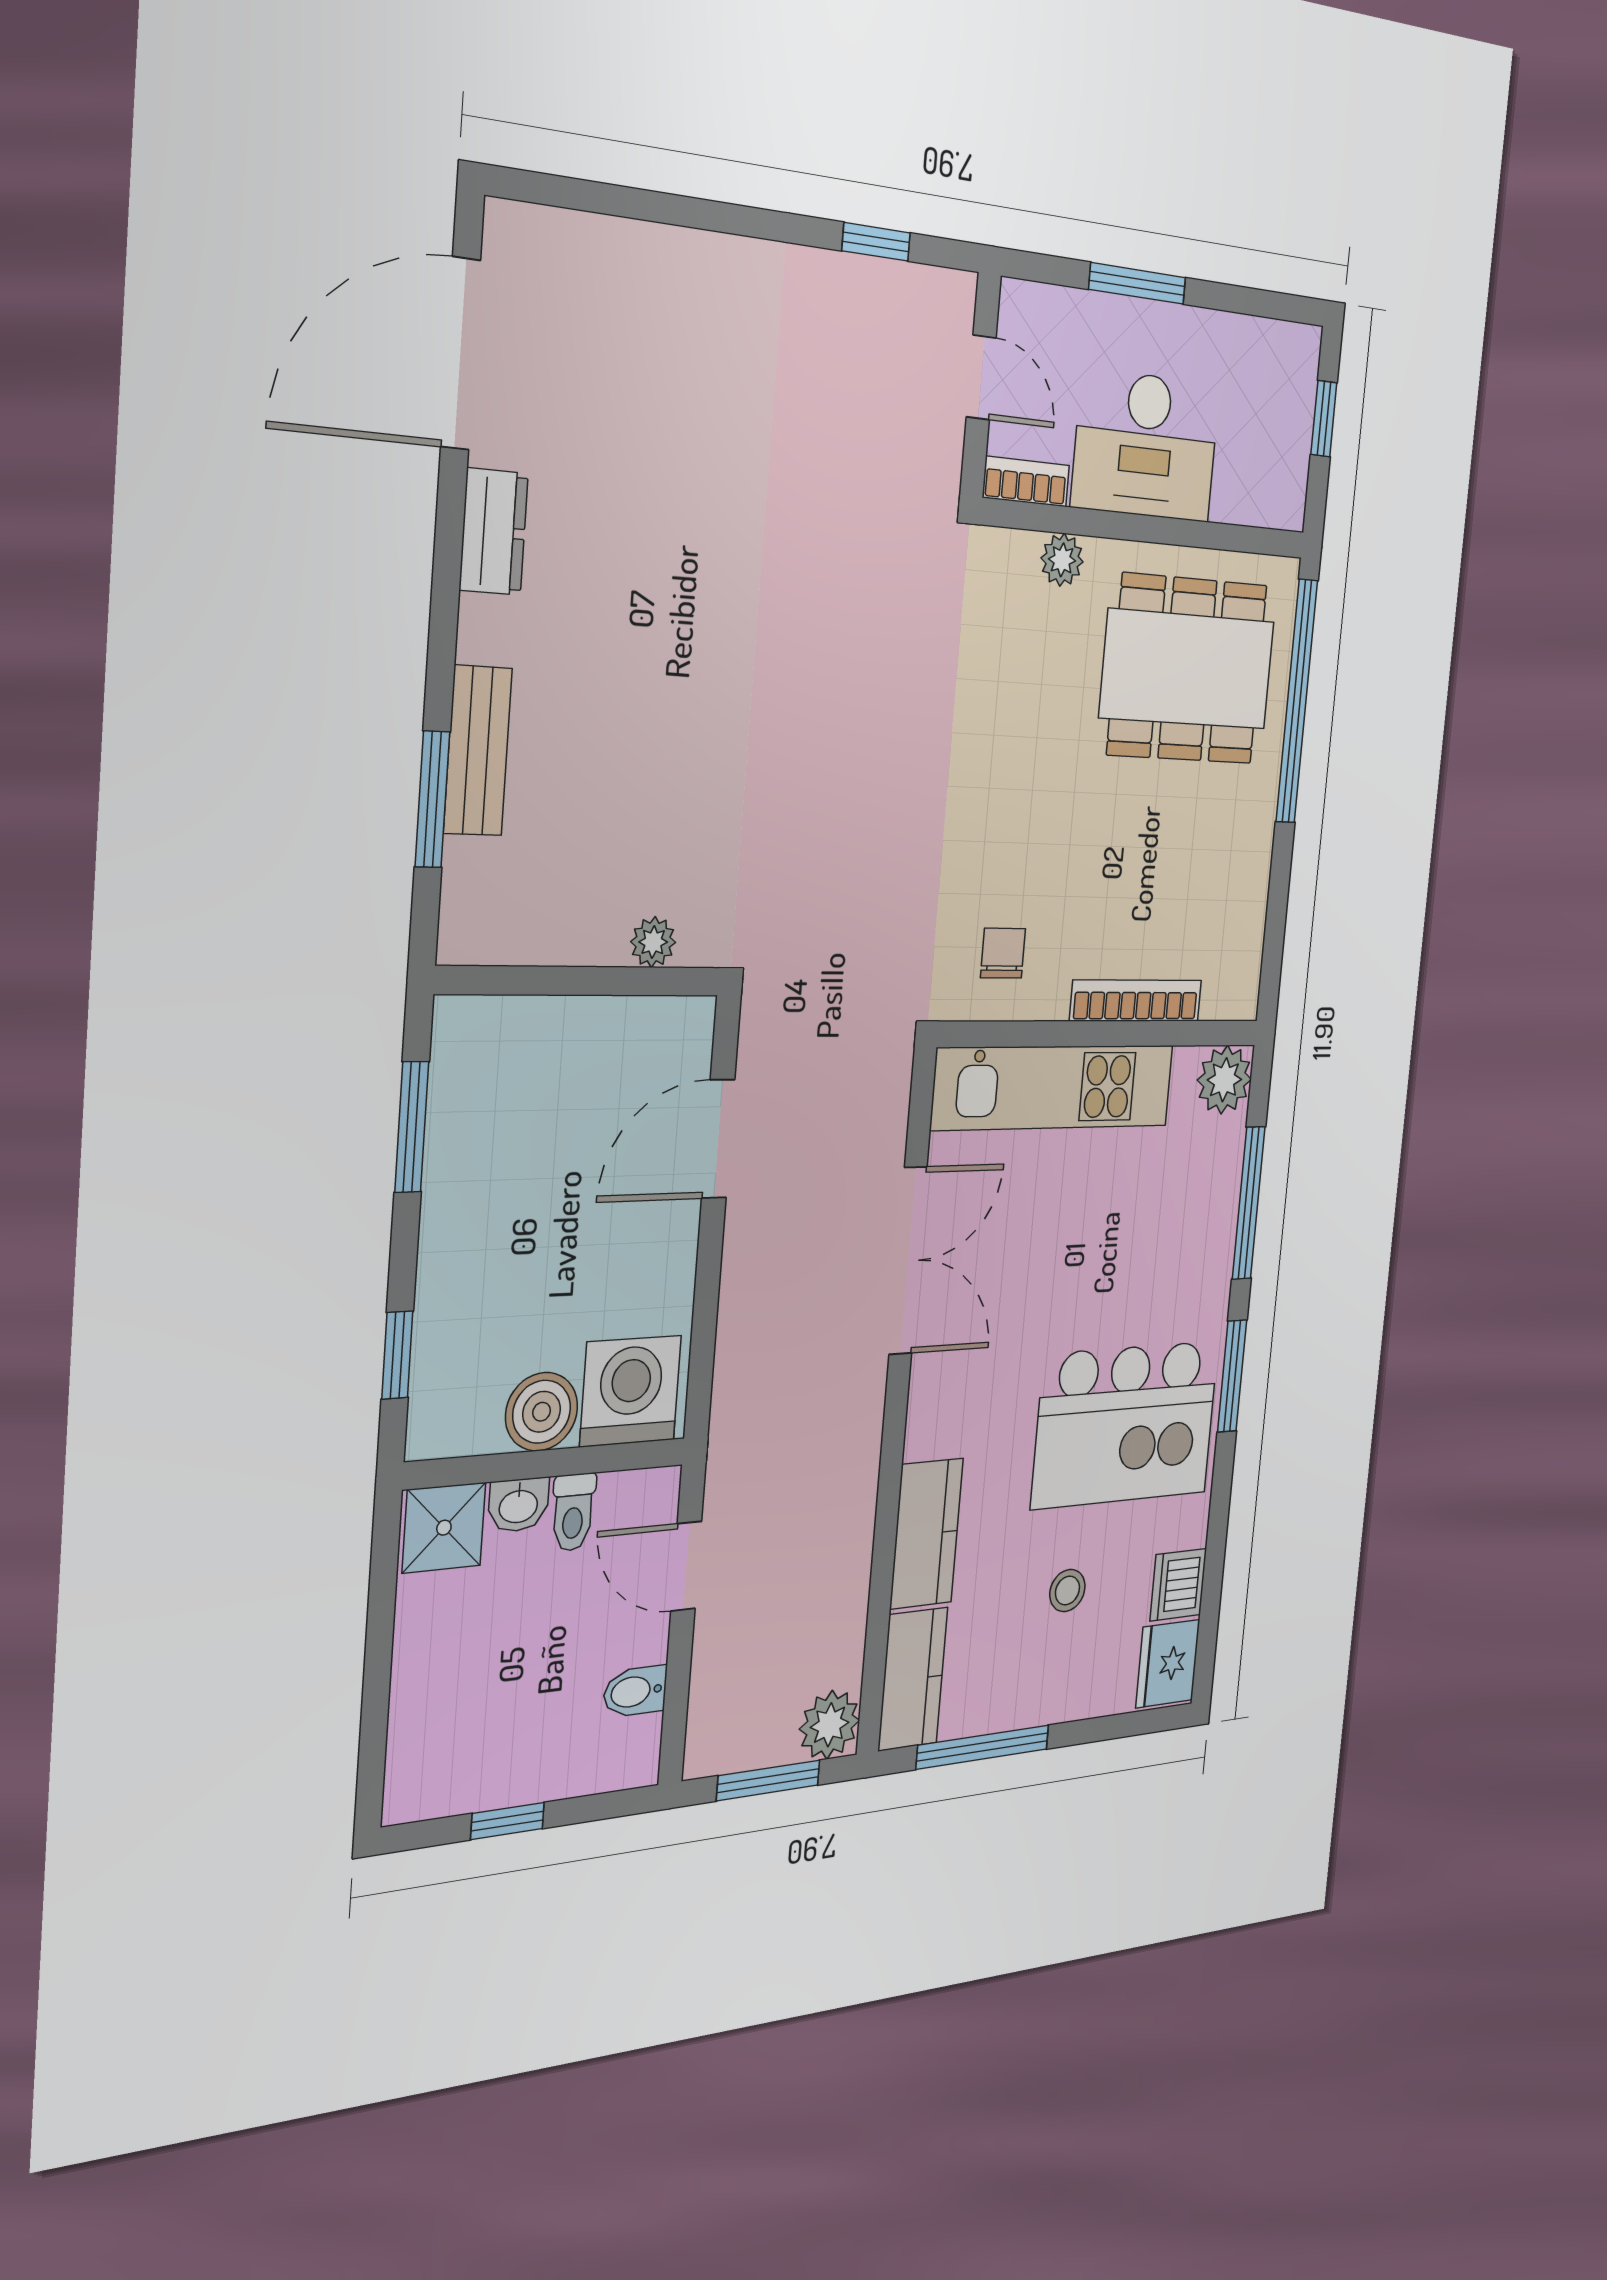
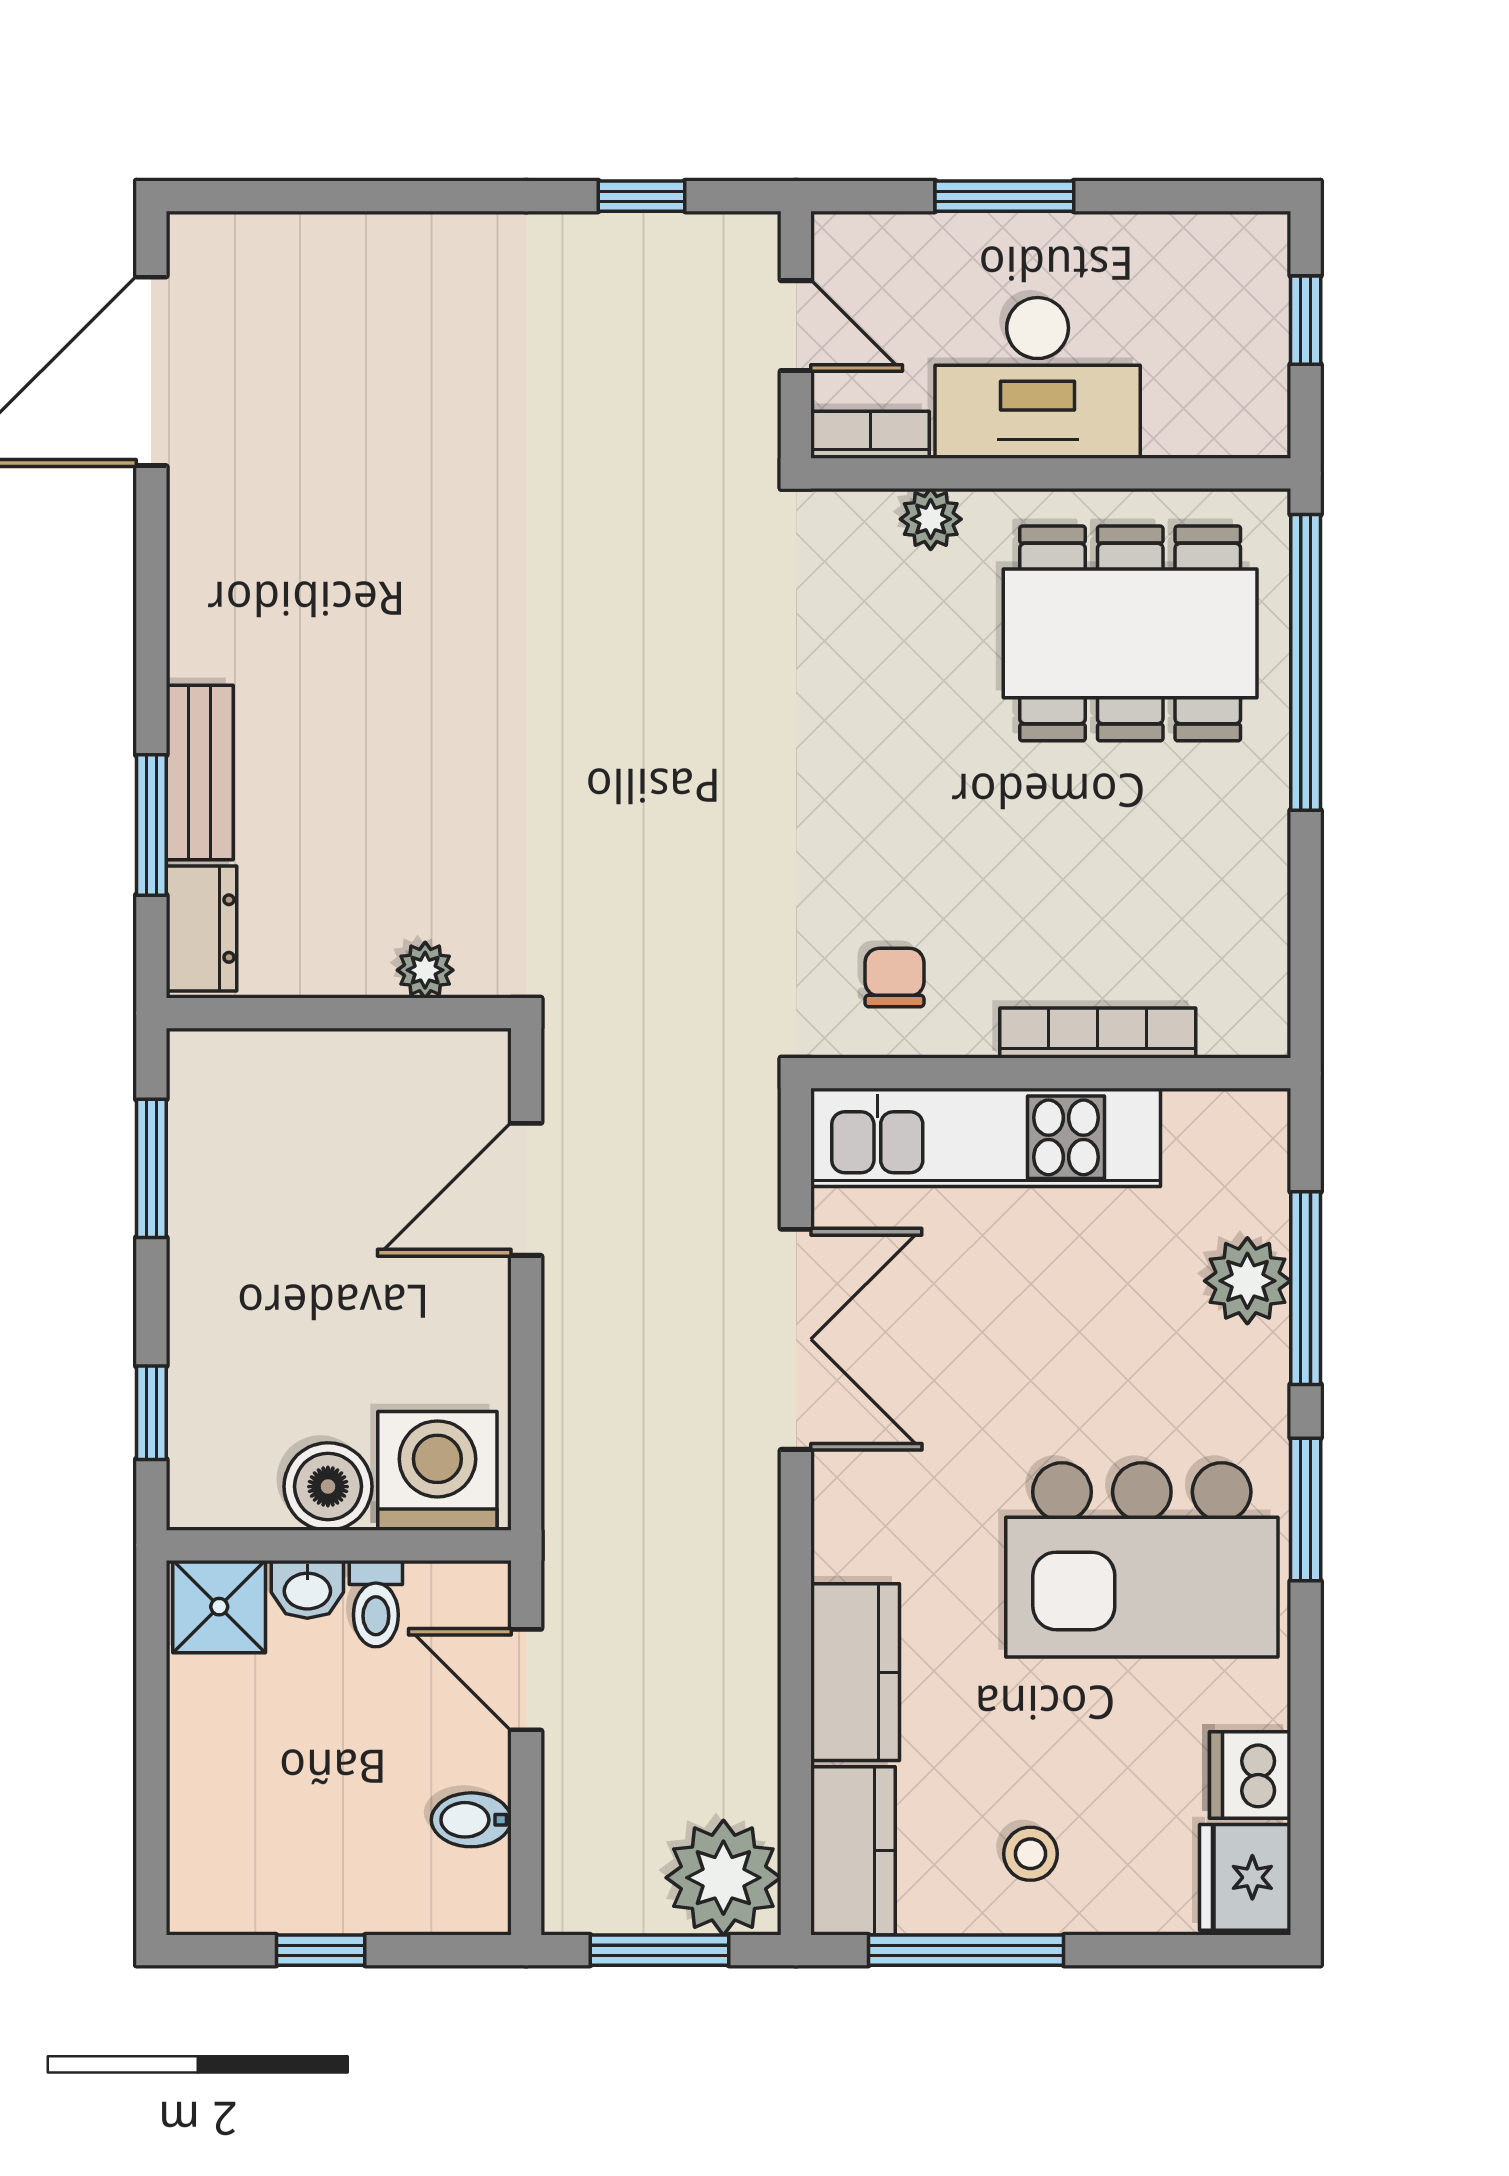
dresser: (494, 532) -> (201, 929), moved
plant: (1224, 1080) -> (1247, 1281), moved
stool: (1067, 1591) -> (1030, 1854), moved
plant: (830, 1725) -> (723, 1878), width x1.36, depth x1.36

